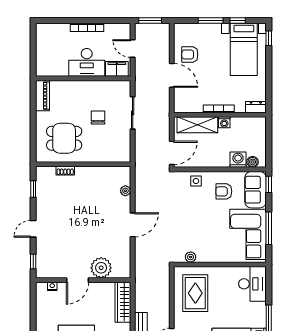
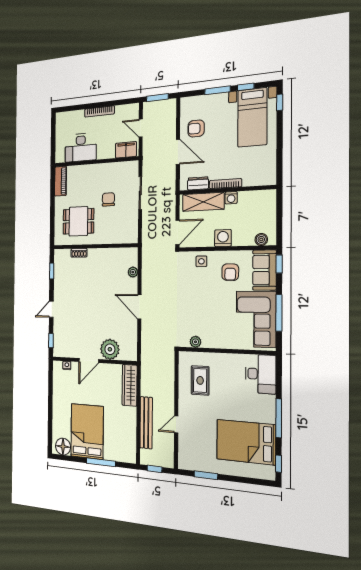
desk: (87, 62) -> (81, 148), moved
dresser: (256, 107) -> (198, 183), moved
washing machine: (238, 160) -> (223, 238), moved
armchair: (224, 191) -> (230, 272), turned -89
door: (133, 225) -> (139, 307), swing flipped
rug: (195, 293) -> (200, 380), width x0.73, depth x0.70

